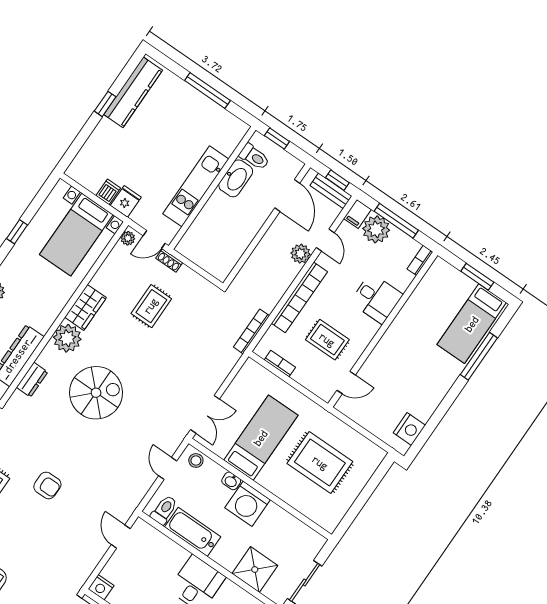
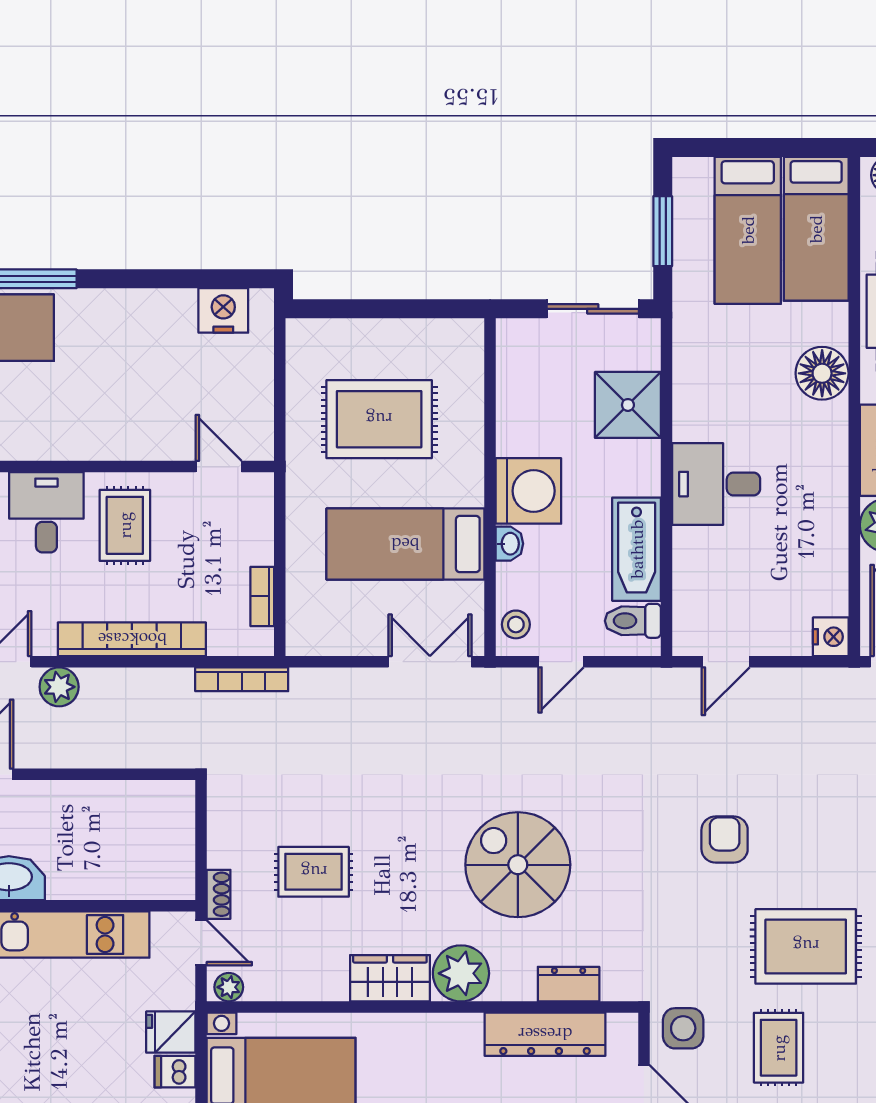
rug: (327, 340) -> (125, 525), moved
rug: (320, 463) -> (379, 419), turned 90

